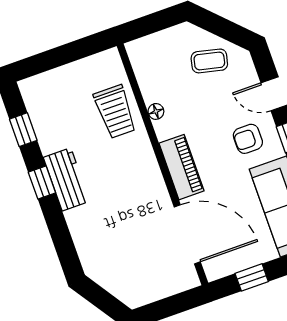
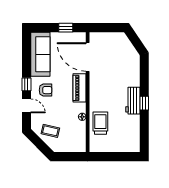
window: (23, 130) -> (144, 130), removed

